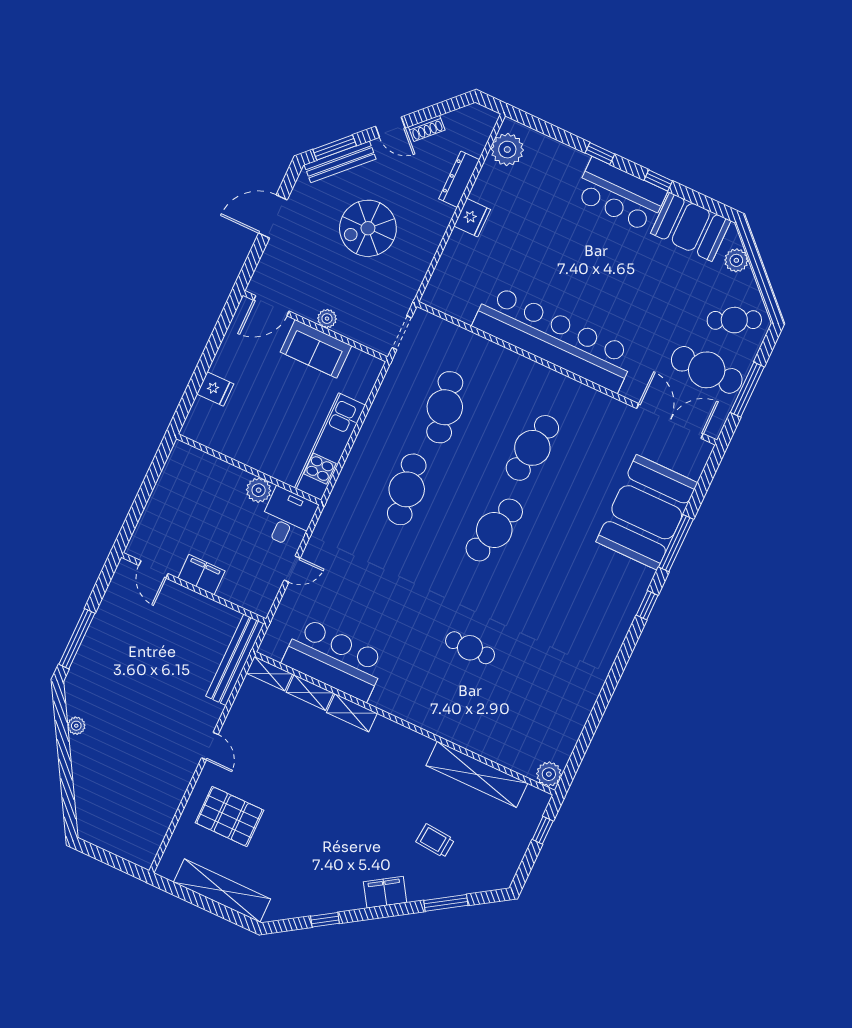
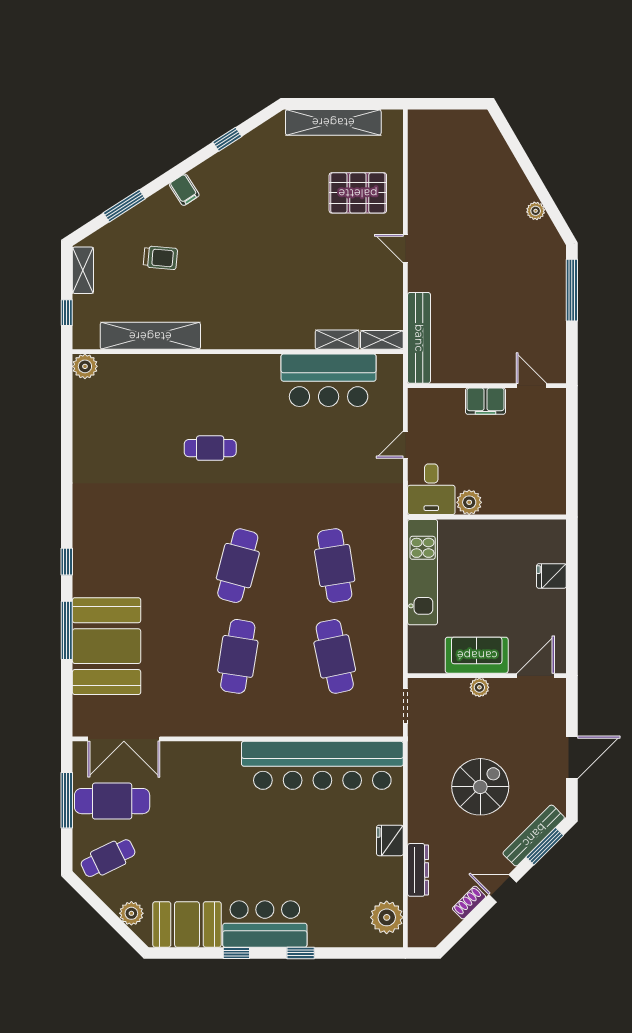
bar counter: (554, 338) -> (322, 765), moved
shelving: (352, 713) -> (83, 270), moved, turned 90
filing cabinet: (385, 892) -> (184, 190), width x0.50

